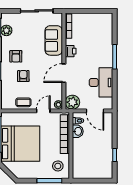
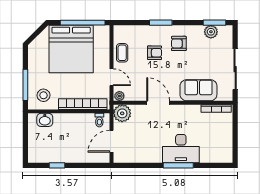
printer: (71, 51) -> (185, 111), removed
desk: (101, 82) -> (181, 149), moved
washbasin: (78, 131) -> (45, 120), moved

